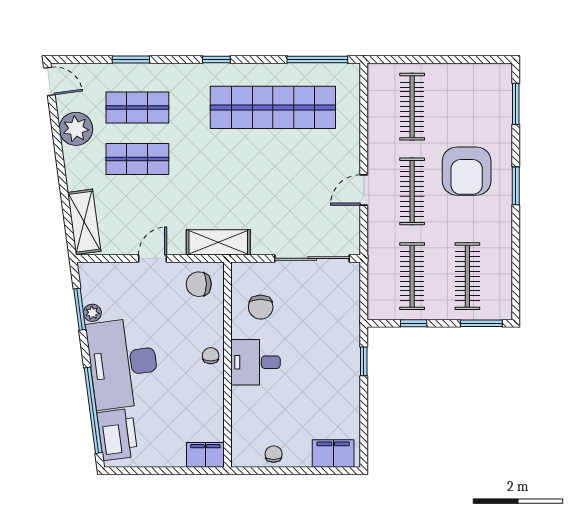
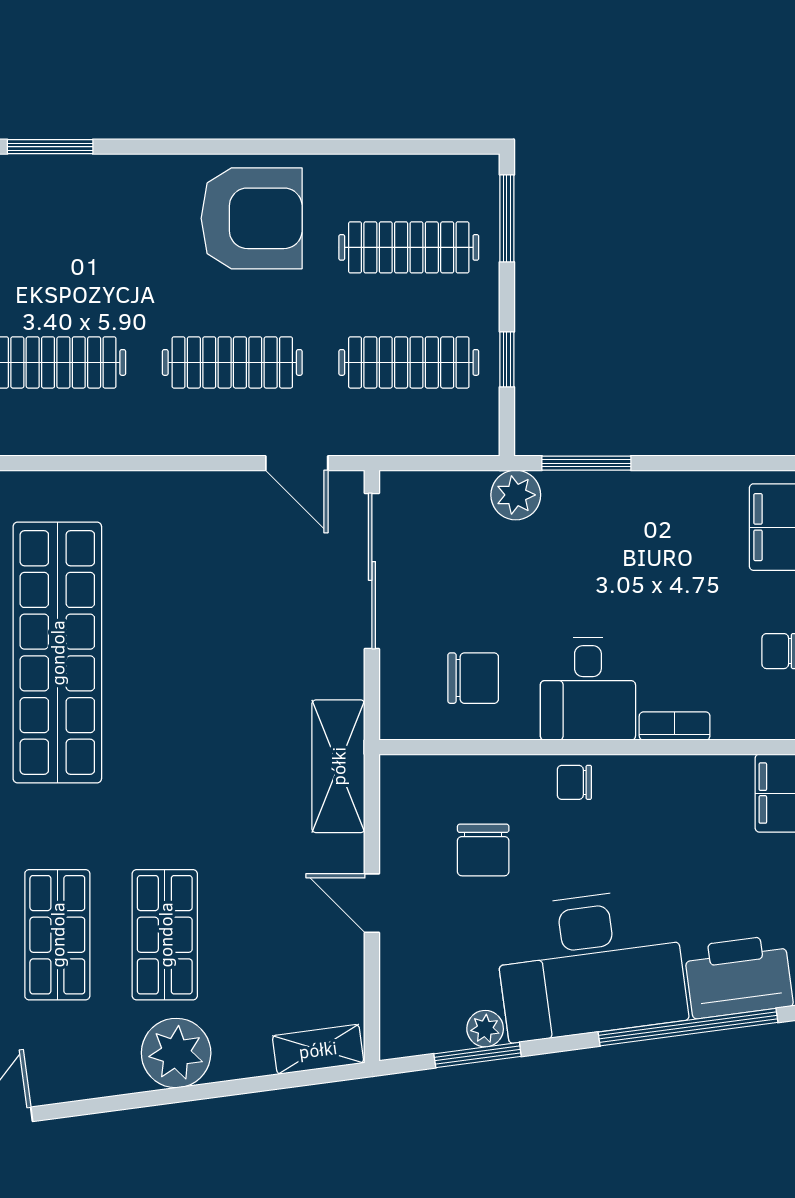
plant: (76, 129) -> (176, 1053), moved
armchair: (467, 171) -> (252, 218), moved
window: (516, 186) -> (221, 147), removed
door: (364, 190) -> (297, 463), moved
shelving: (84, 222) -> (318, 1049), width x0.67, depth x0.75
chair: (199, 284) -> (483, 850), moved
plant: (349, 328) -> (516, 495), added
window: (364, 361) -> (586, 463), width x1.50
bookcase: (238, 404) -> (675, 726), added

